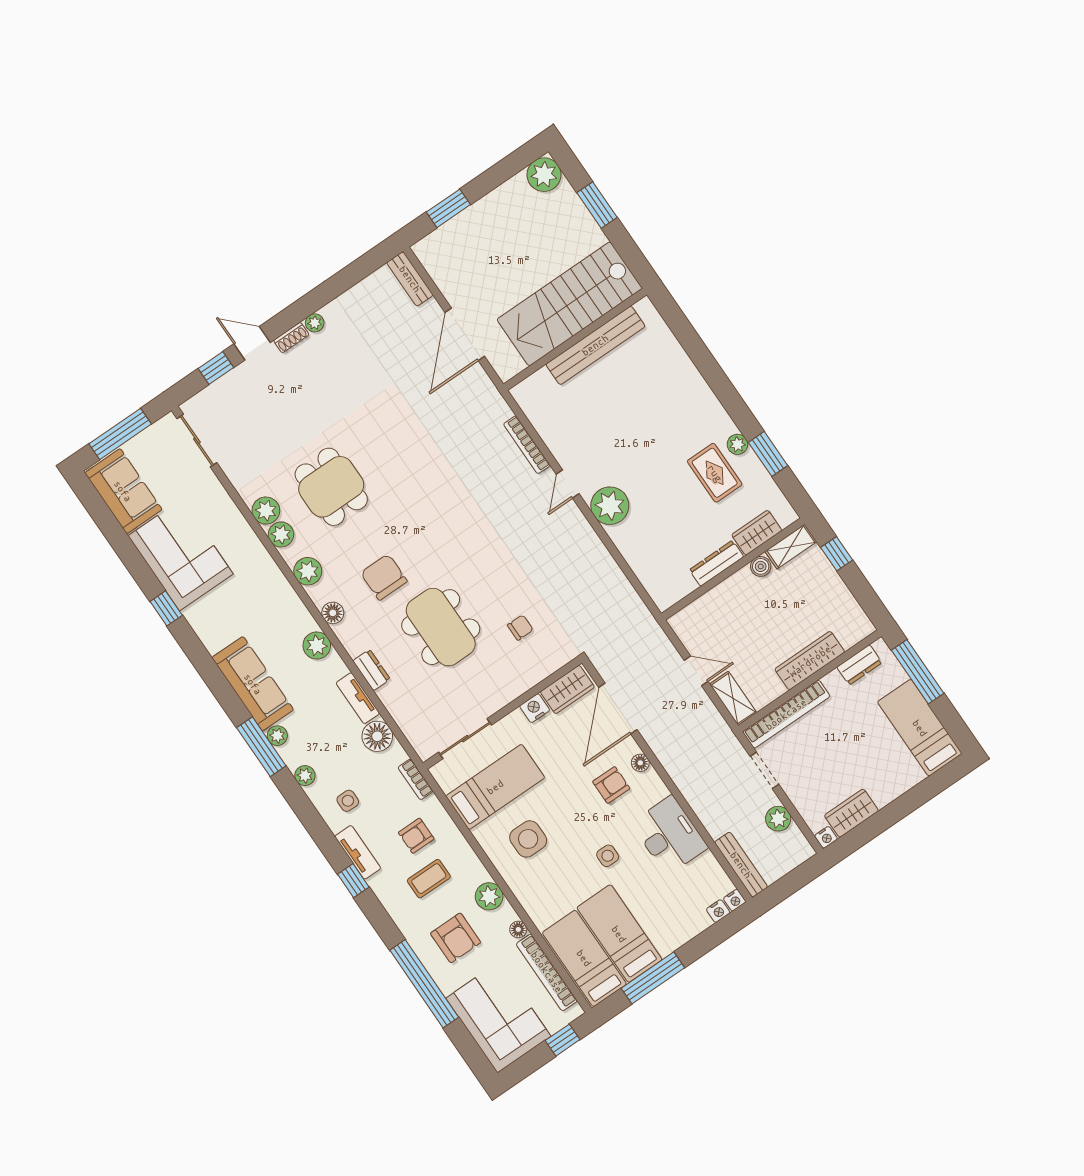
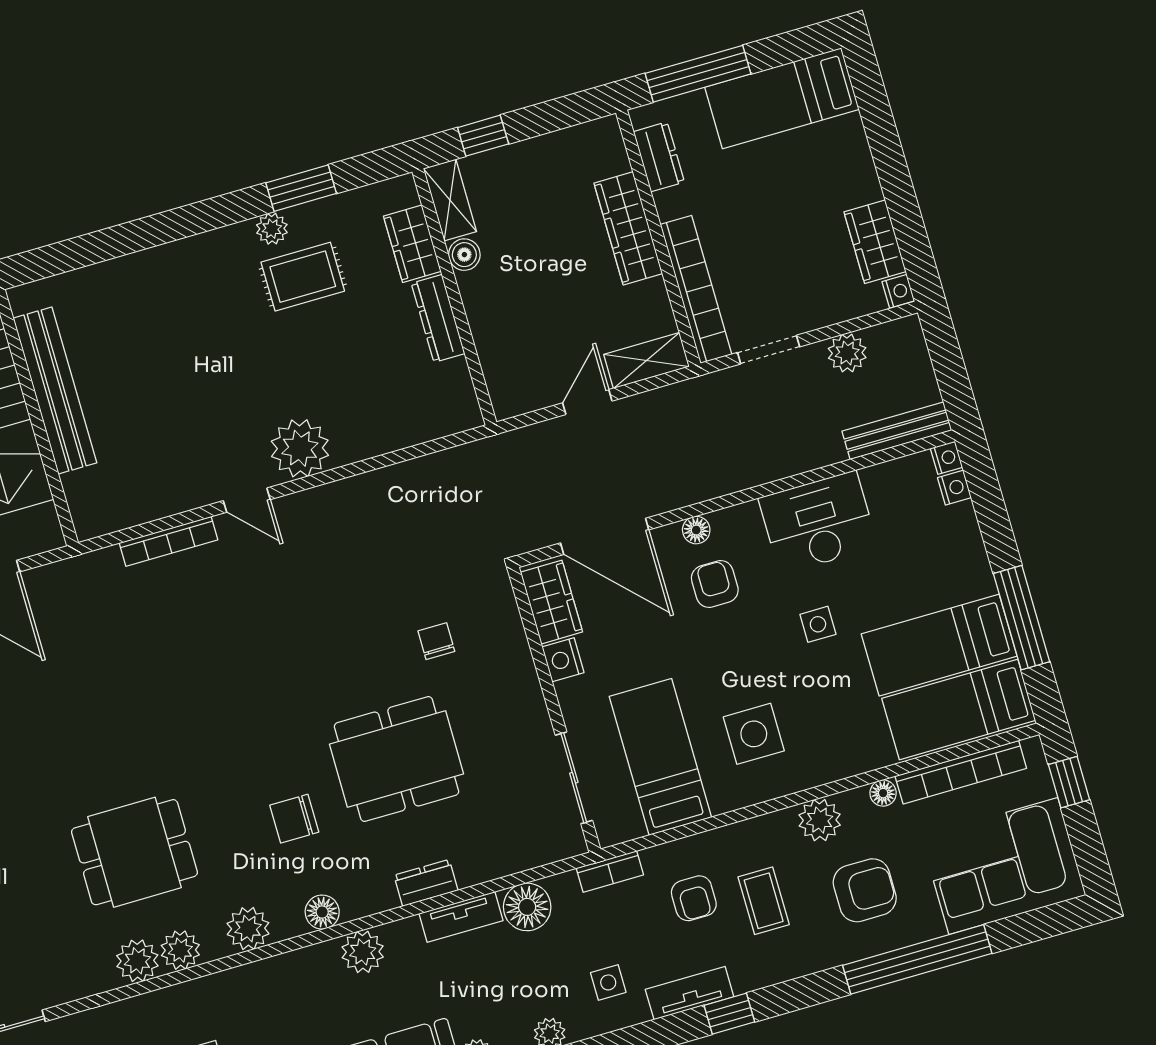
chair: (384, 577) -> (294, 819), width x0.73, depth x0.73

